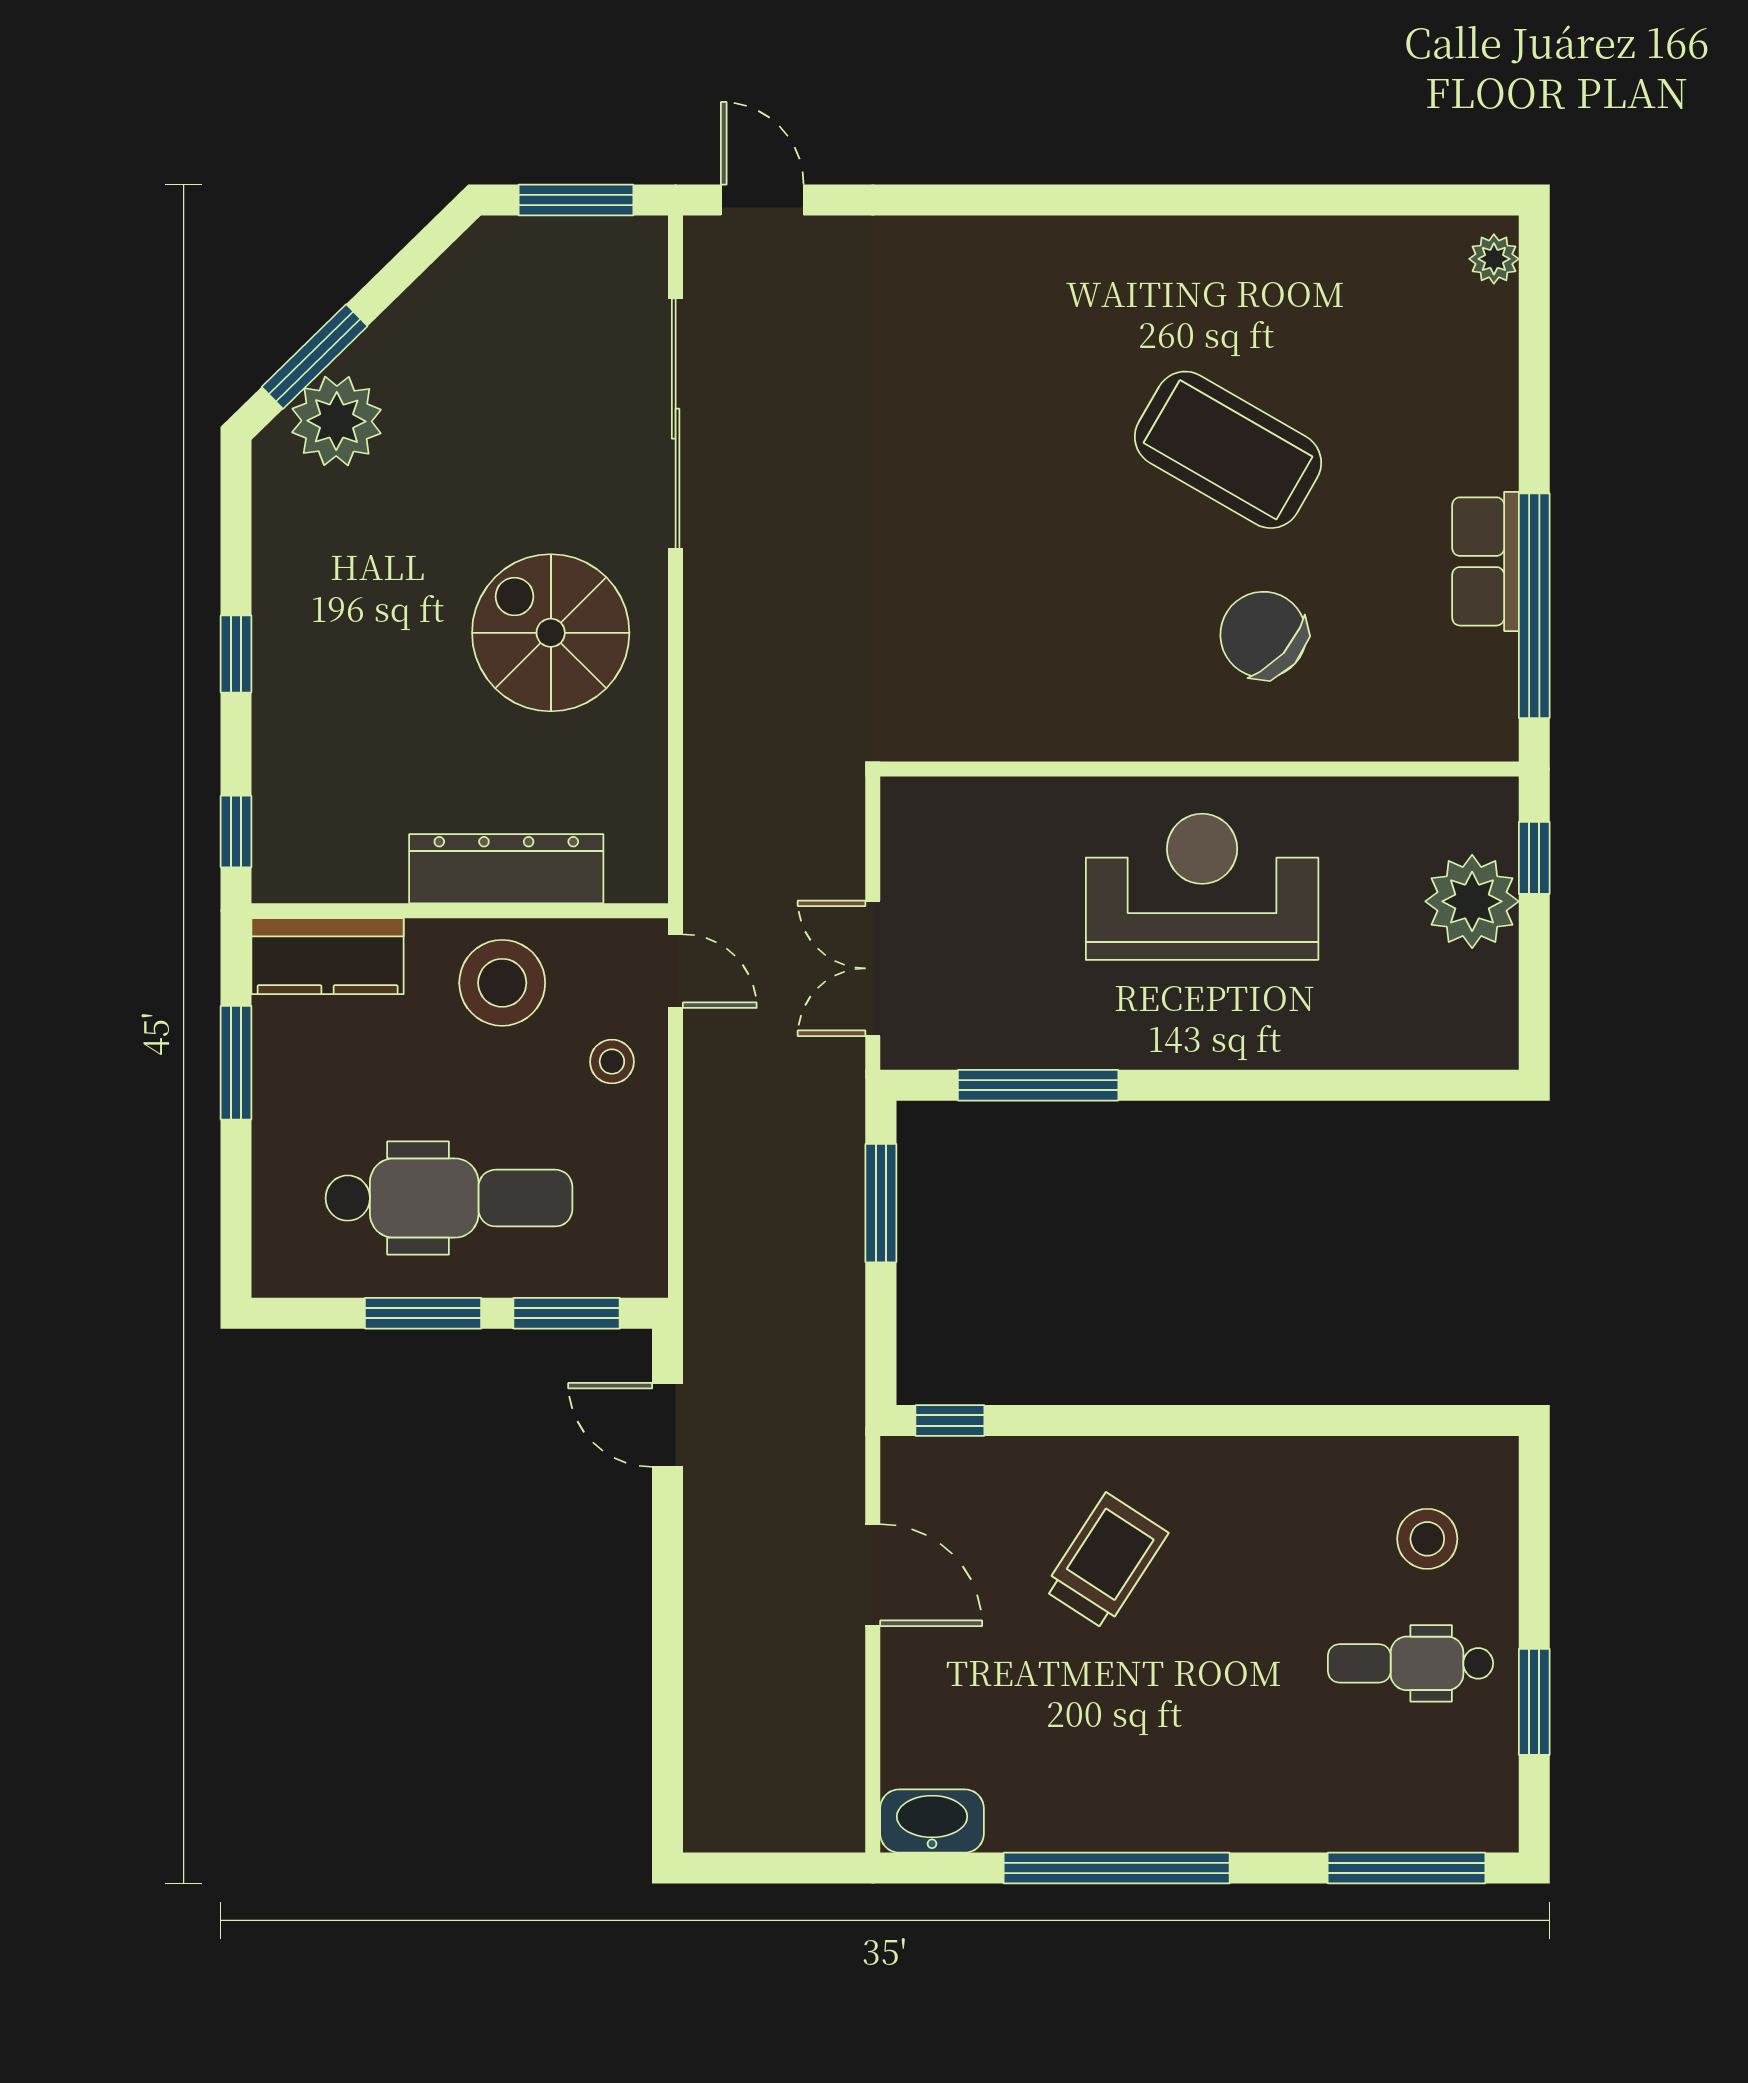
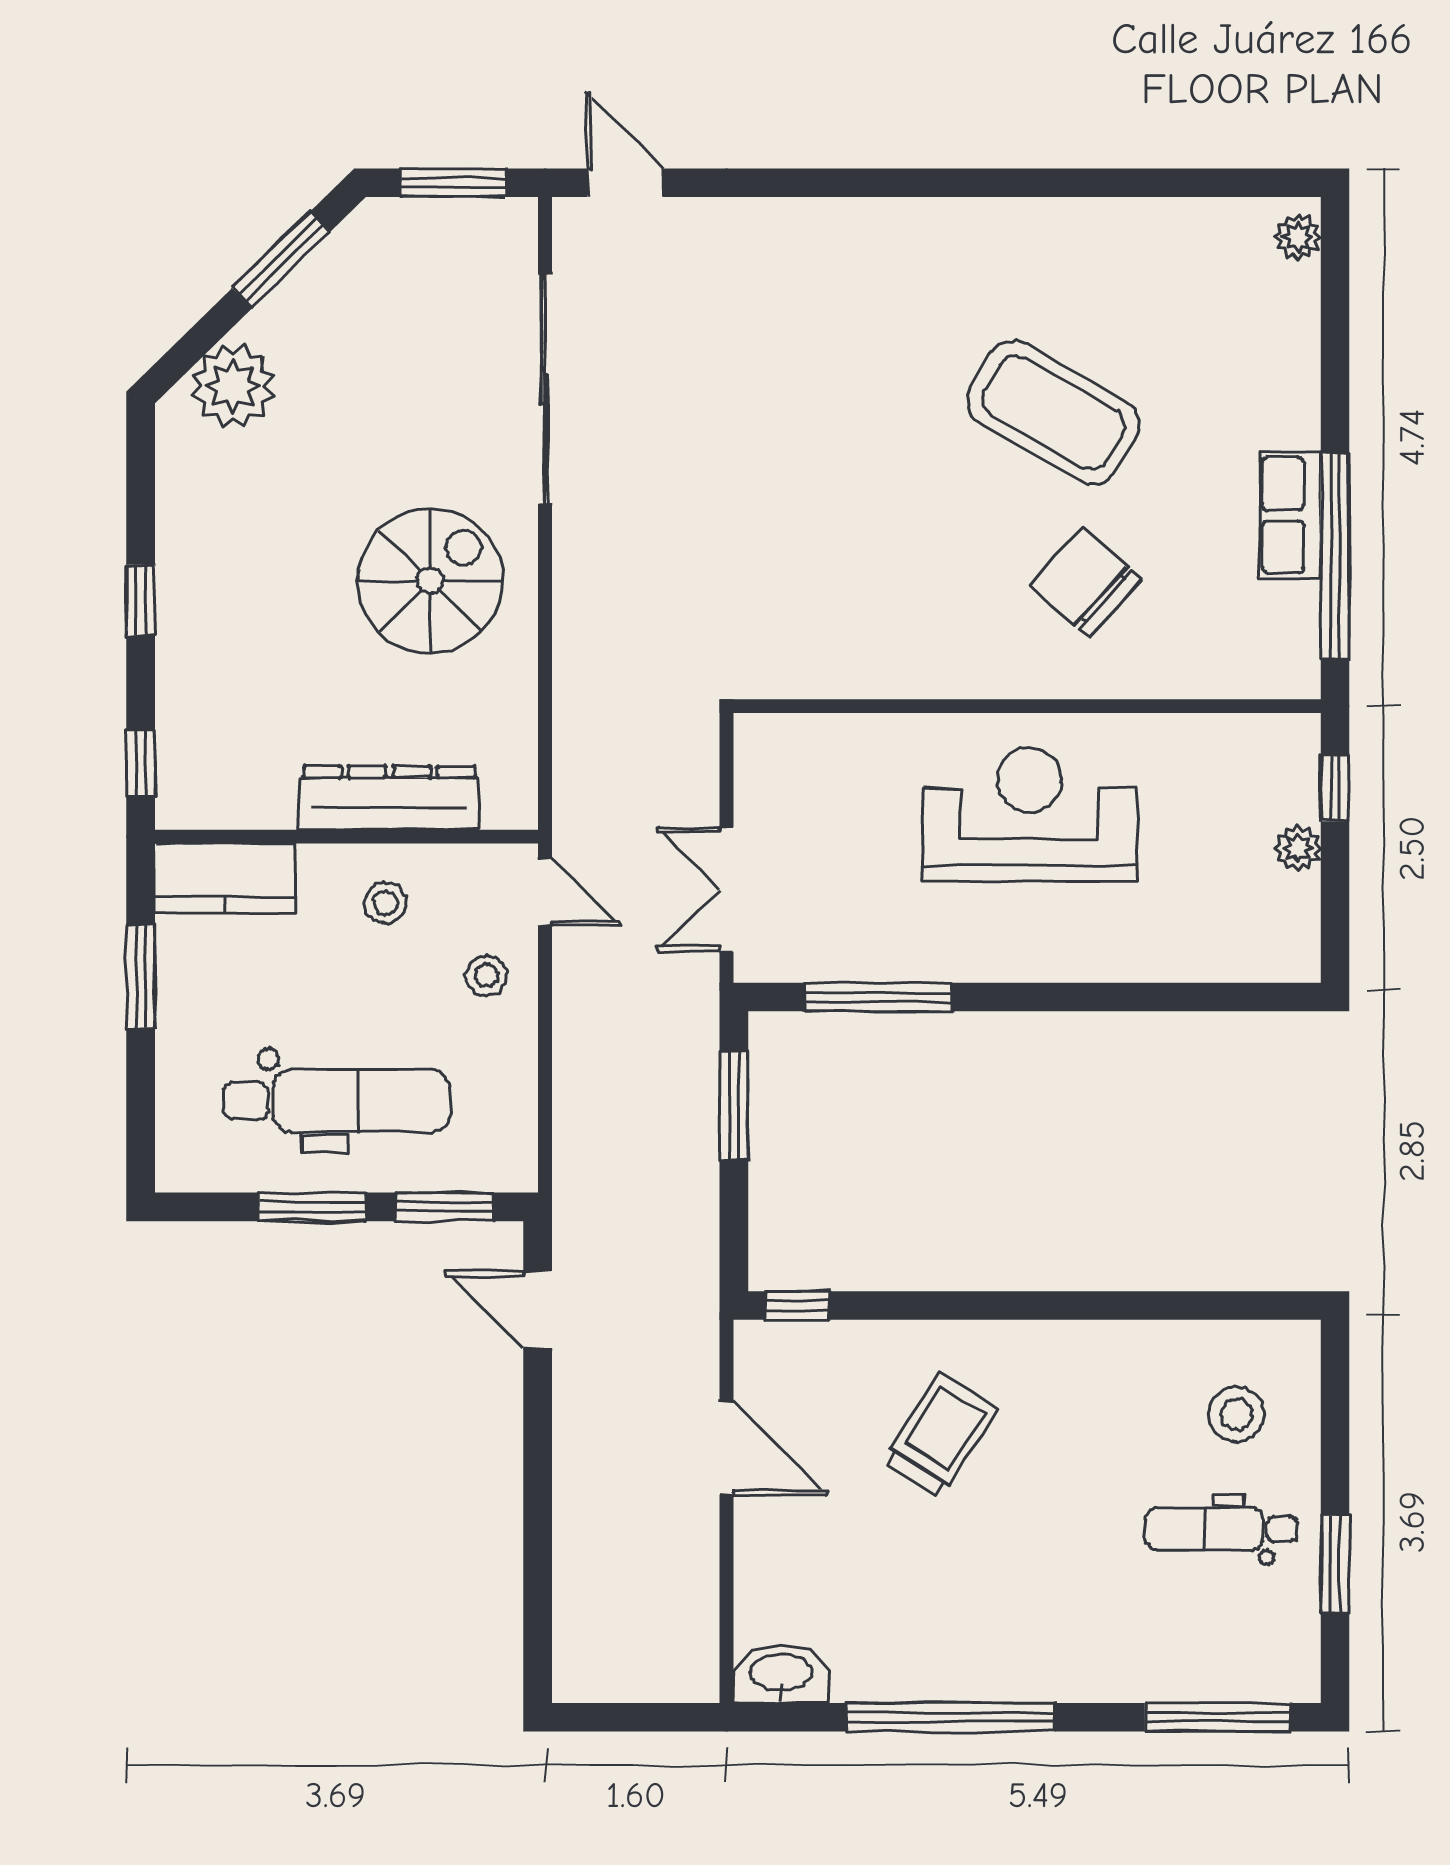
window: (315, 357) -> (281, 260), moved
spiral stairs: (551, 633) -> (430, 581), turned 90
plant: (1472, 901) -> (1298, 848), width x0.53, depth x0.53
stool: (502, 983) -> (386, 903), width x0.53, depth x0.53

